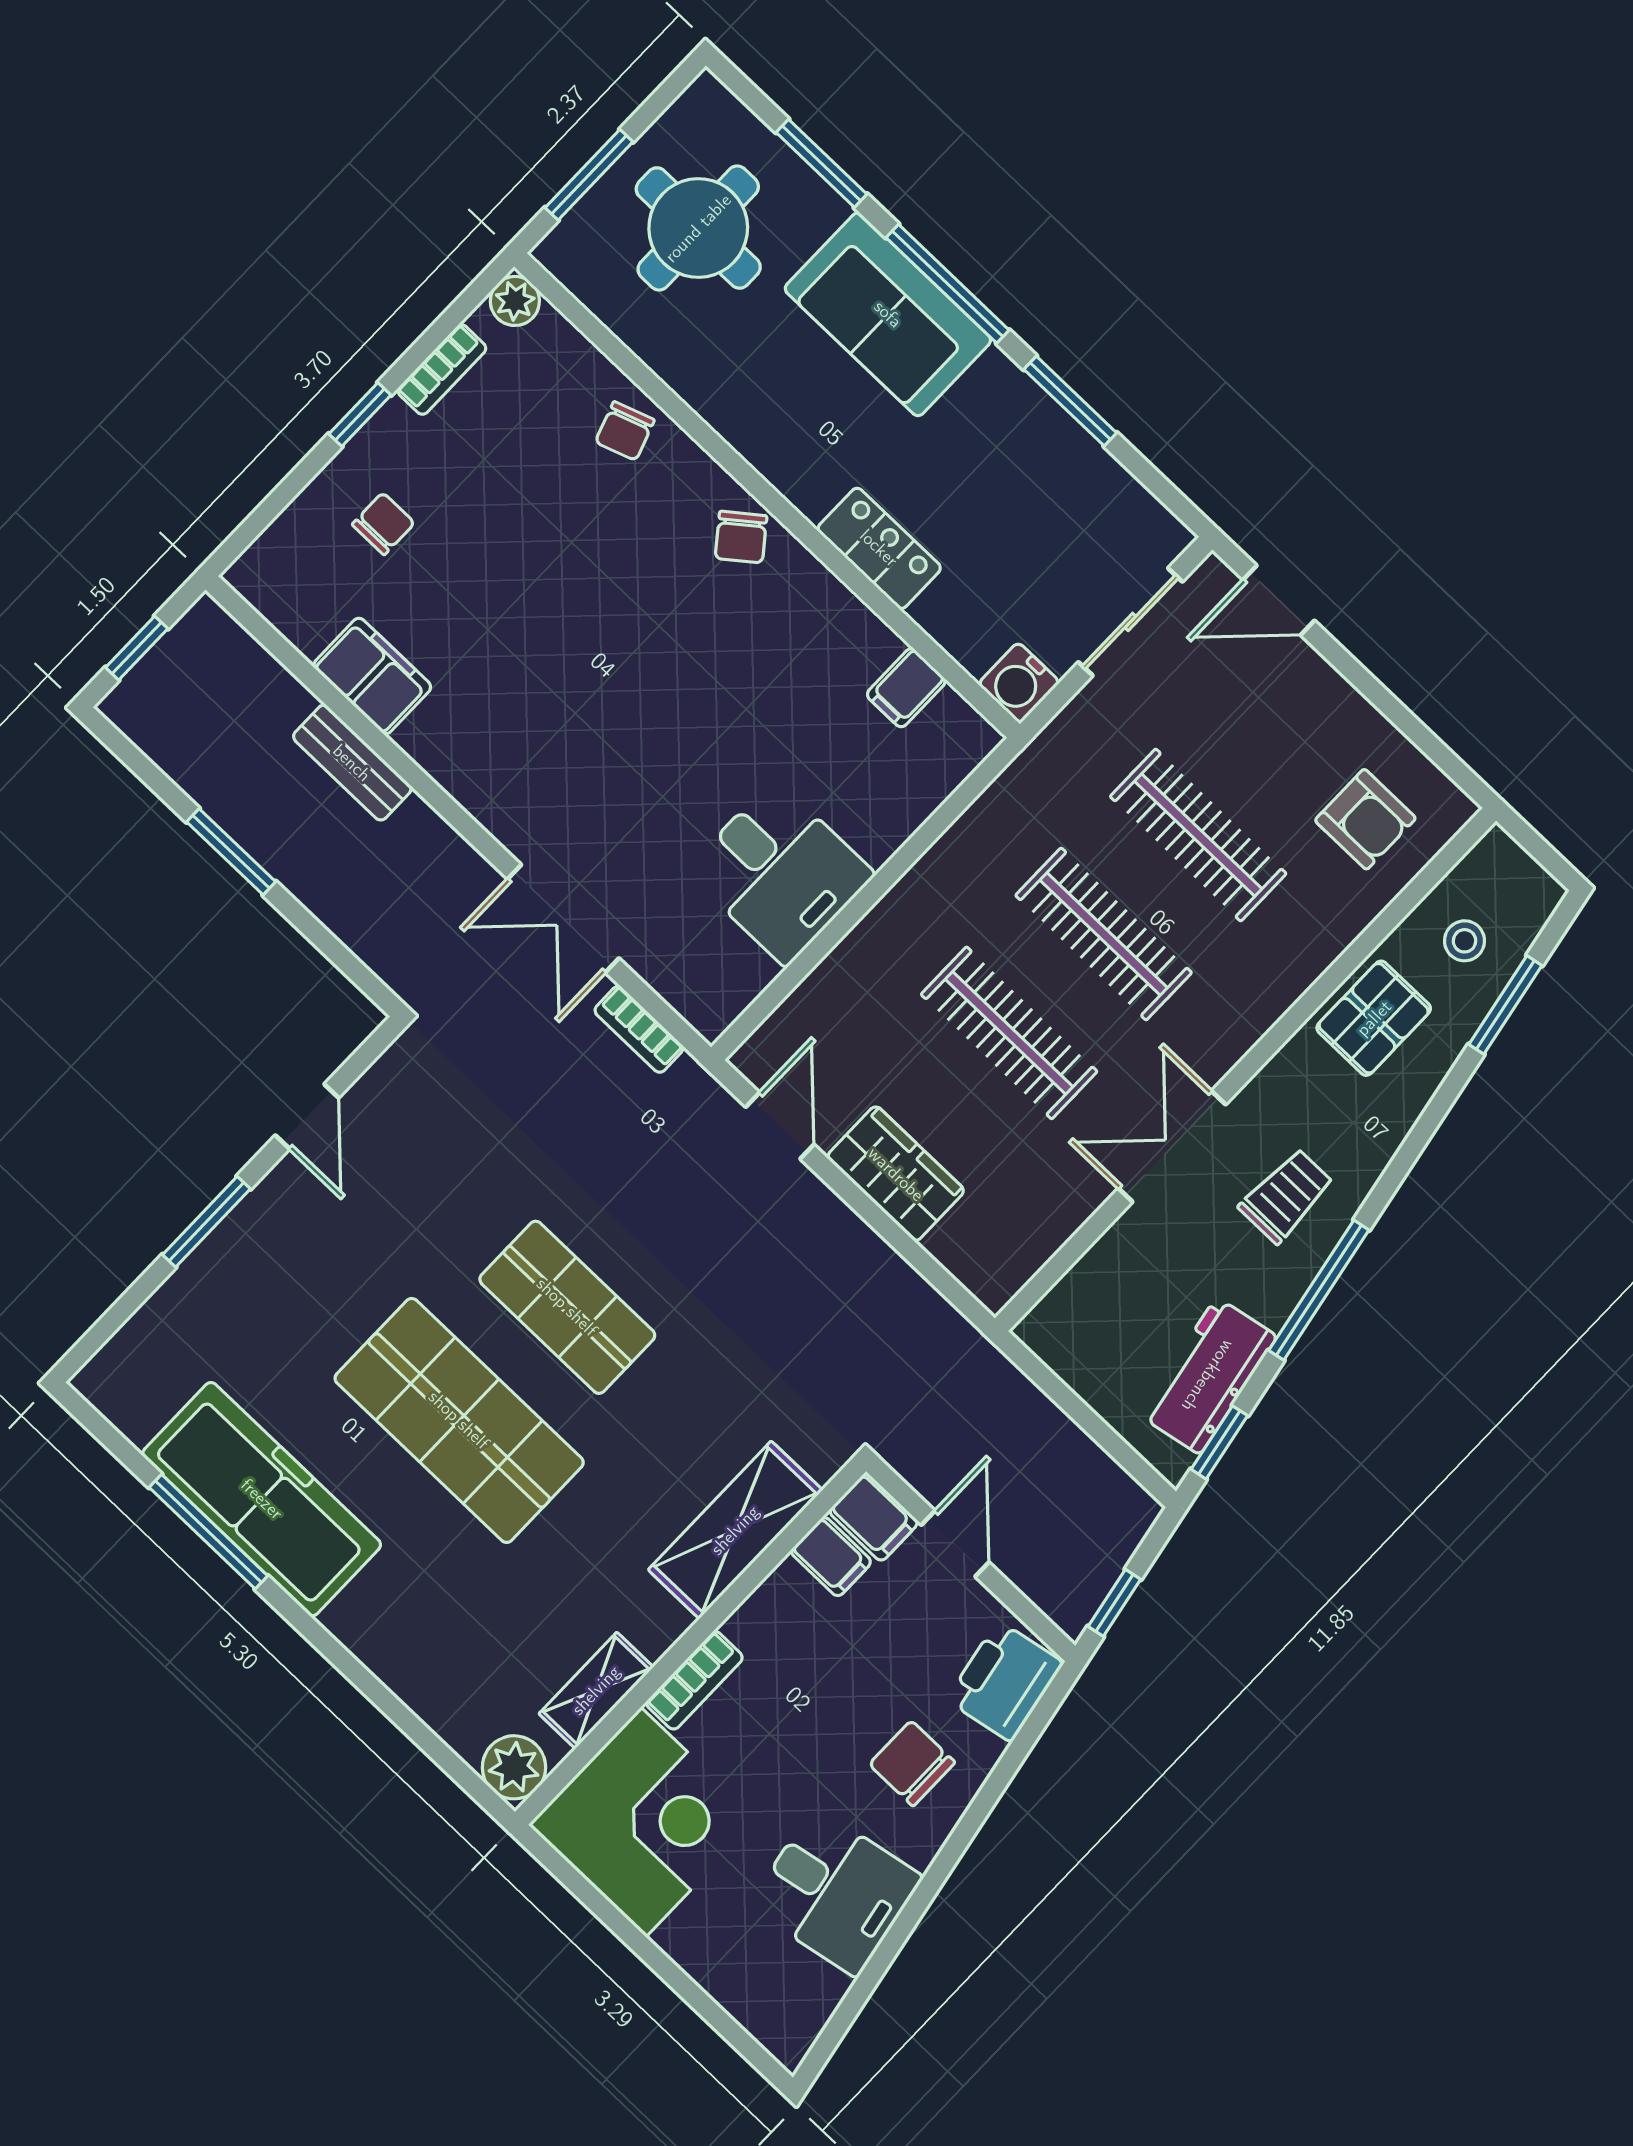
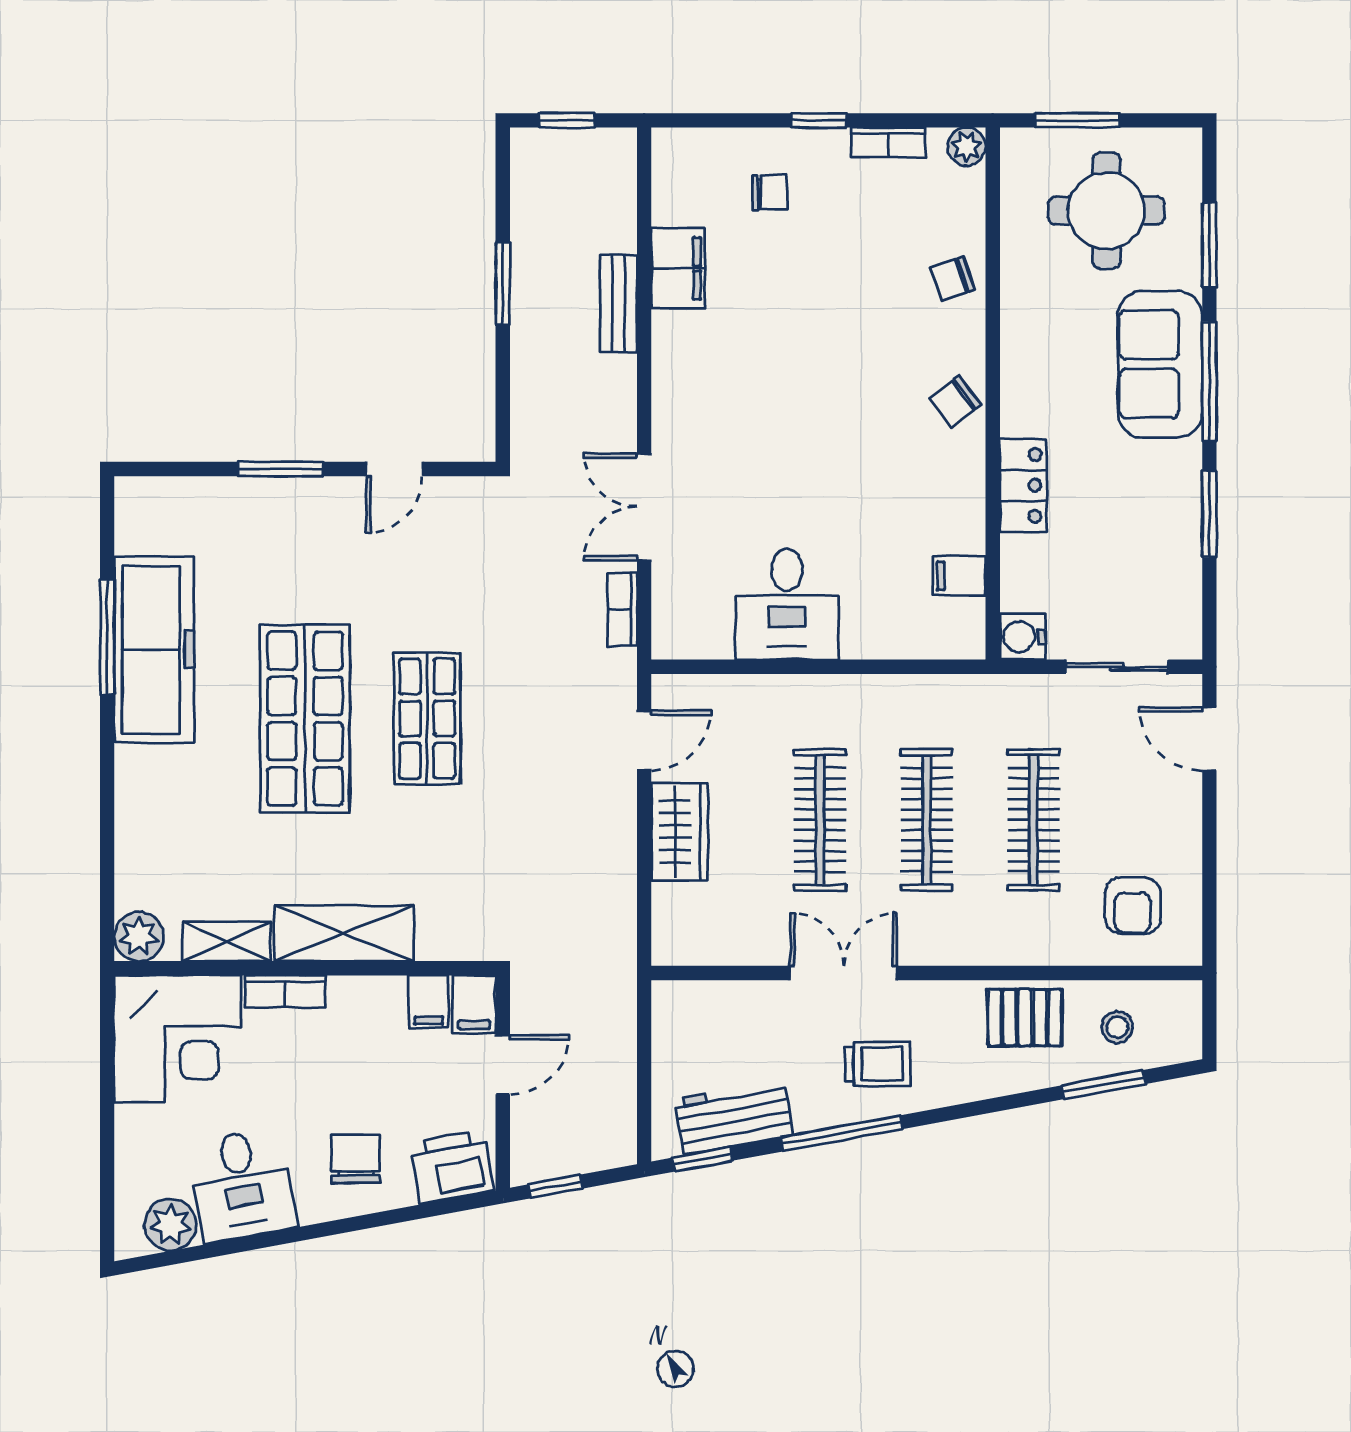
shelving: (735, 1530) -> (344, 933), moved
plant: (809, 1993) -> (170, 1225), added

